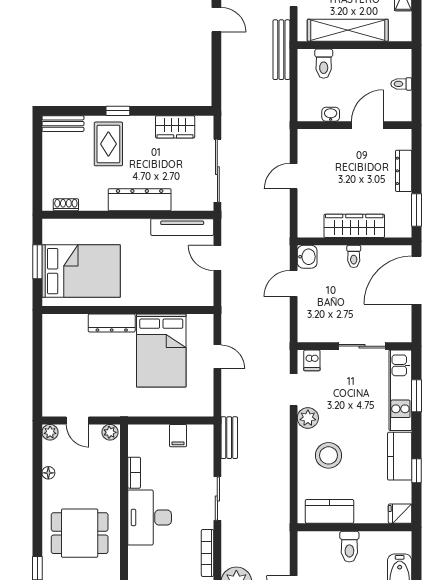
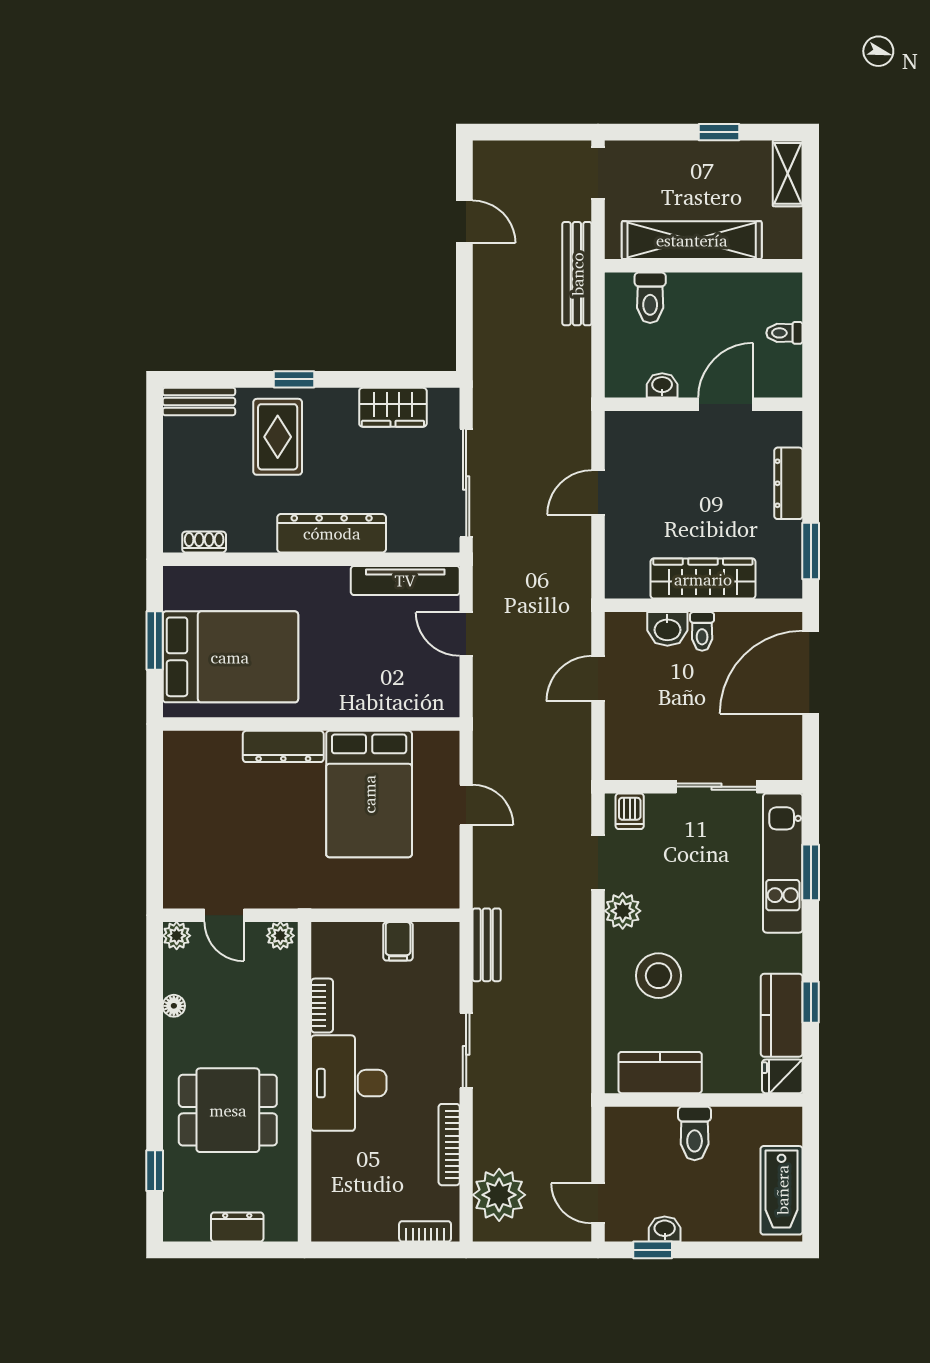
washbasin: (307, 257) -> (667, 629), moved, turned 90
kitchen counter: (400, 456) -> (782, 1015), moved

